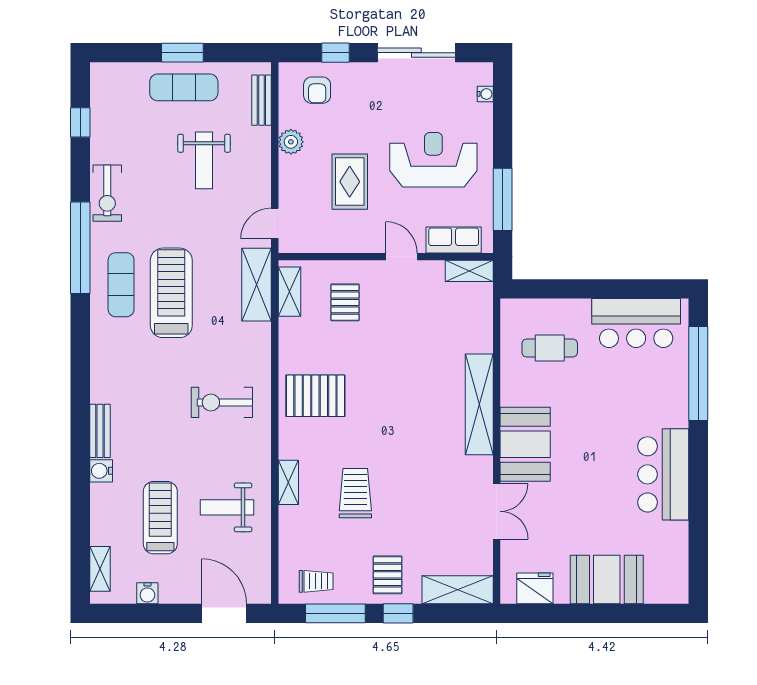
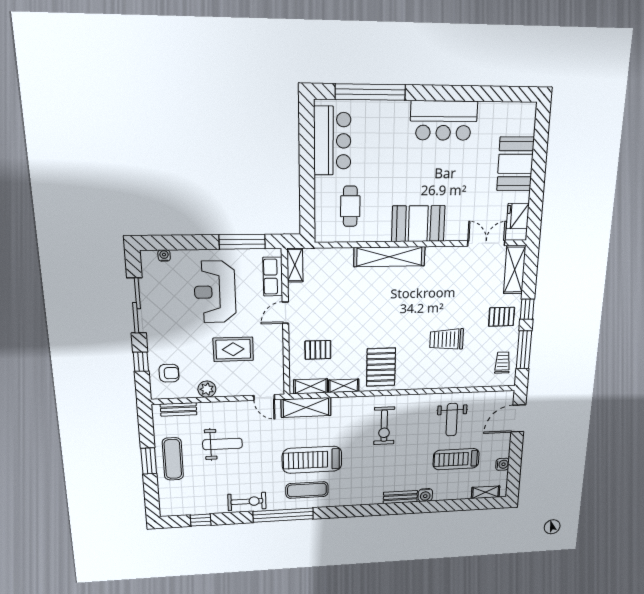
shelving: (288, 482) -> (344, 386), moved
double door: (497, 511) -> (486, 243), moved

